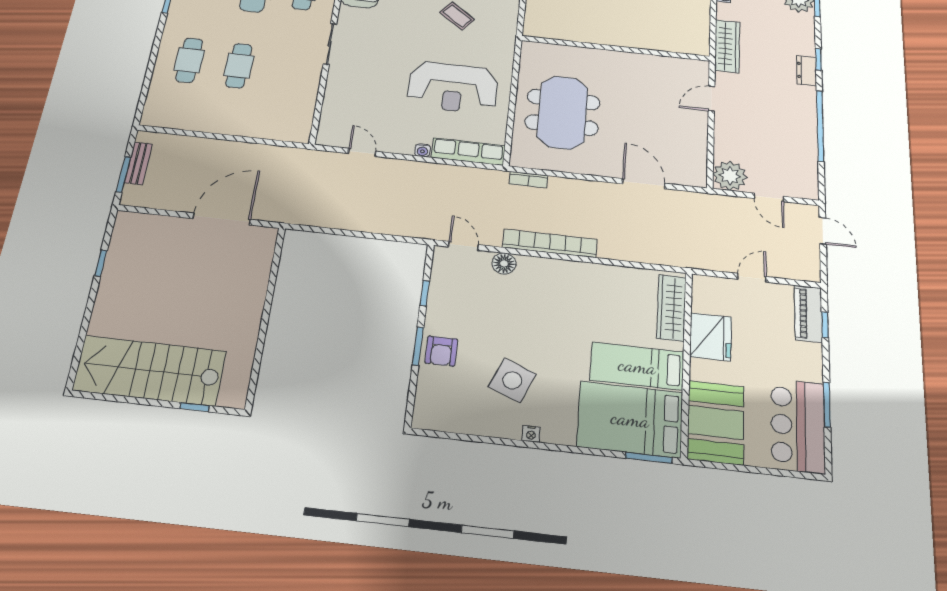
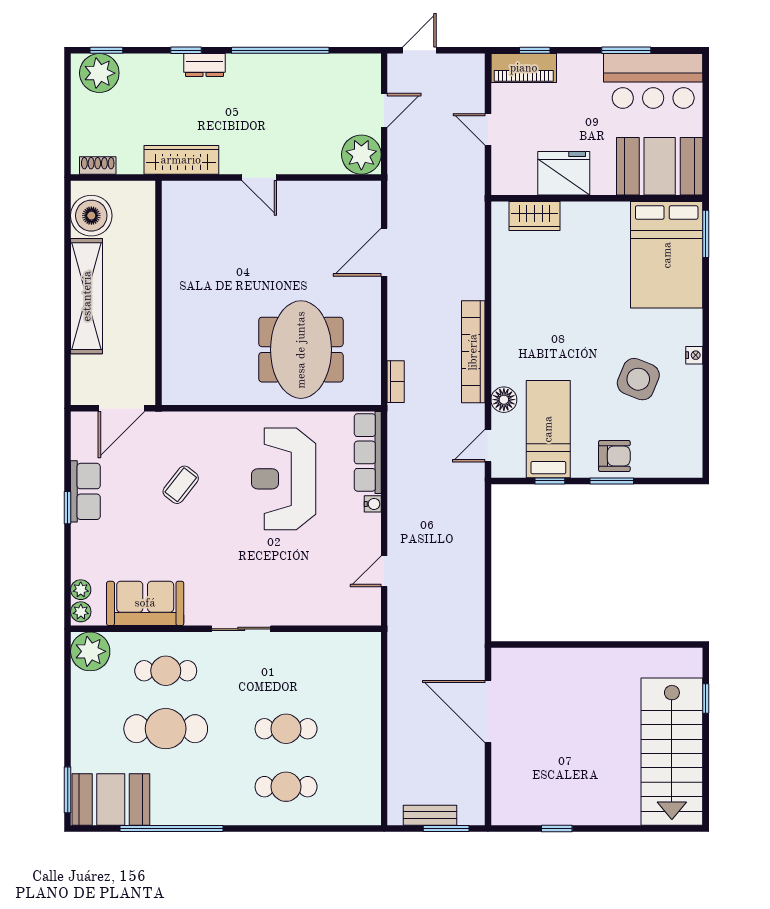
wall: (616, 48) -> (158, 293), moved
reception desk: (453, 88) -> (284, 479), turned 180
meeting table: (563, 112) -> (301, 350), turned 90
wardrobe: (671, 308) -> (535, 216), width x0.67
bed: (637, 366) -> (548, 429), moved, turned 180

